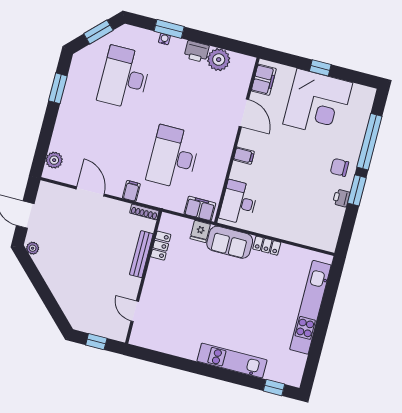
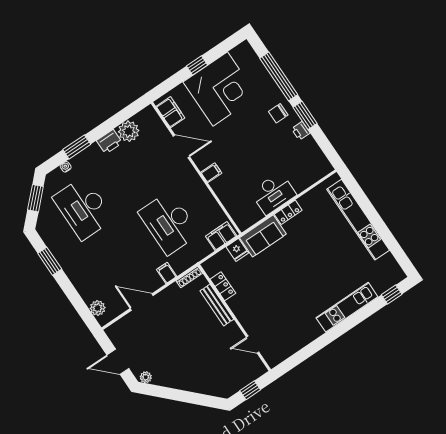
water cooler: (164, 39) -> (66, 167), moved
desk: (239, 202) -> (273, 193), moved, turned -90

